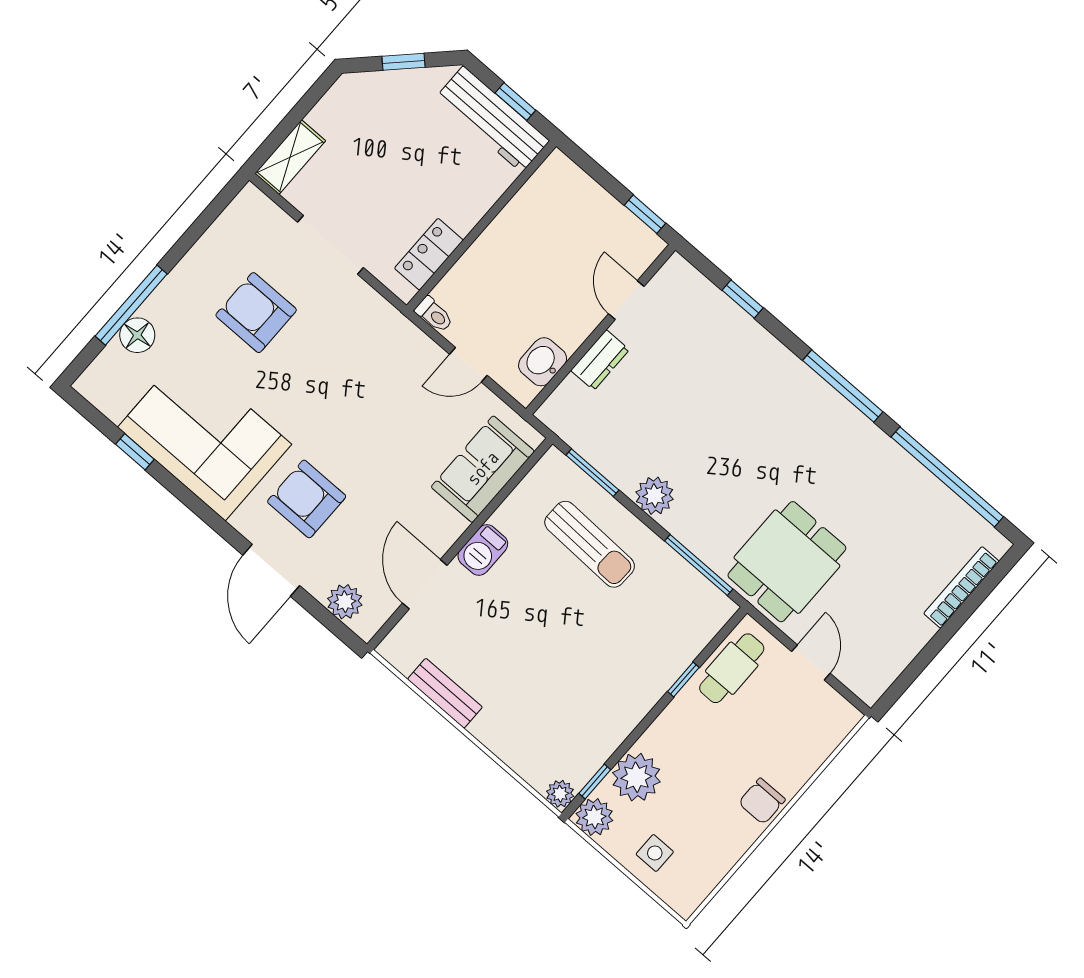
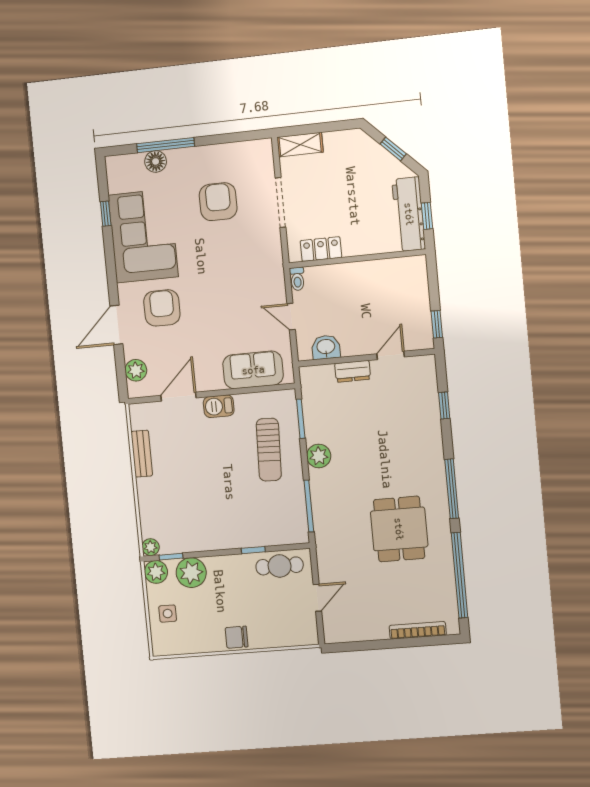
dining table: (787, 562) -> (399, 529), moved, turned 90

